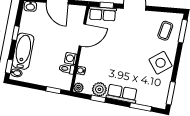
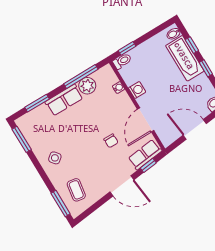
chair: (116, 42) -> (111, 141), added
side table: (161, 63) -> (55, 158), width x0.54, depth x0.54
window: (9, 66) -> (192, 45), moved
toilet: (67, 69) -> (122, 61), moved
plant: (78, 88) -> (107, 71), removed
window: (98, 99) -> (81, 76), width x2.17

